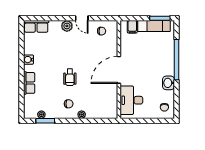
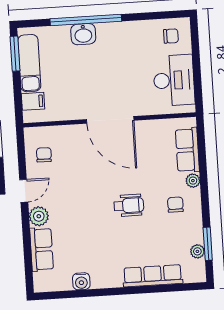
row of seats: (36, 26) -> (42, 249), moved
water cooler: (28, 60) -> (81, 281), moved
row of seats: (29, 83) -> (153, 276), width x1.48
washbasin: (169, 83) -> (83, 34), moved
desk: (131, 100) -> (174, 80), moved, turned -90
row of seats: (99, 113) -> (187, 150), added

